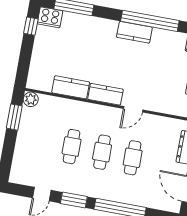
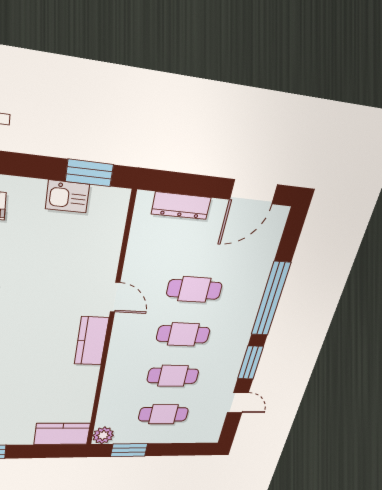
kitchen counter: (71, 87) -> (62, 434), moved, turned 90
cafe table: (41, 141) -> (163, 414), added

